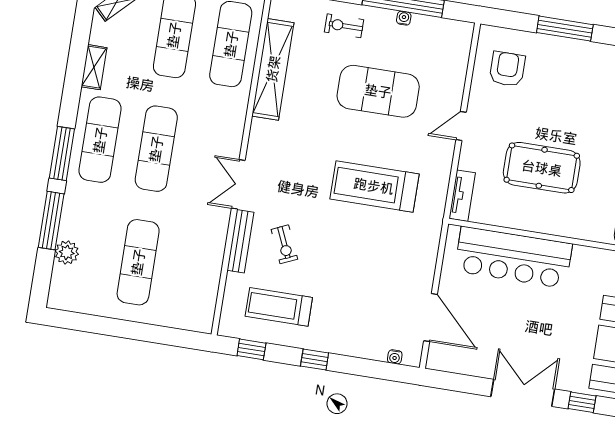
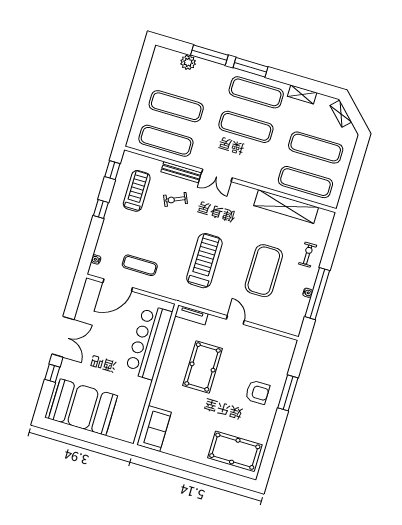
armchair: (507, 69) -> (257, 392), moved
double door: (238, 184) -> (217, 175), swing flipped
exercise mat: (194, 271) -> (166, 141), added
exercise mat: (395, 287) -> (140, 265), added

